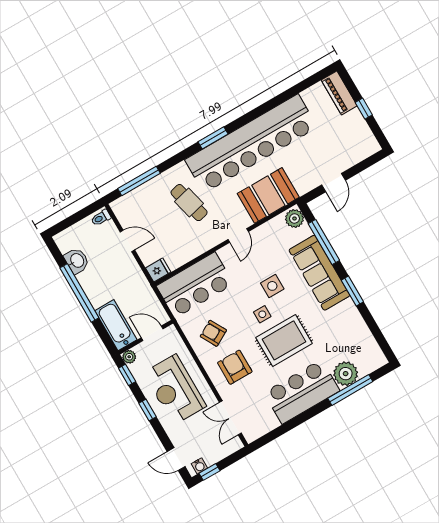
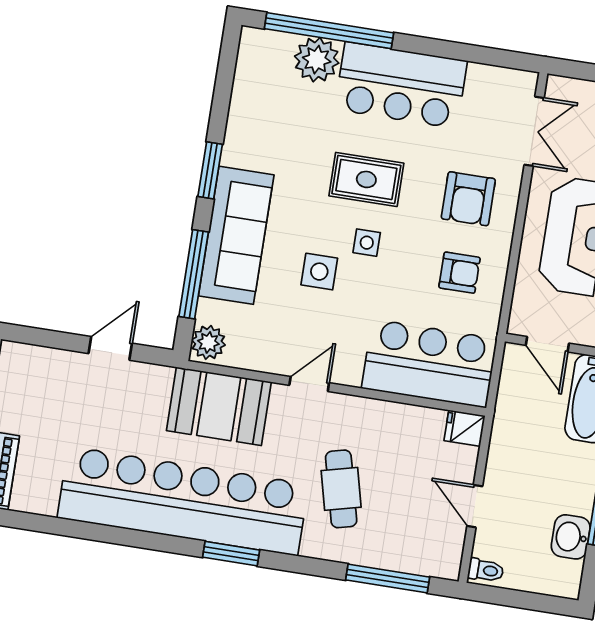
armchair: (213, 333) -> (460, 273), turned -61
rug: (284, 340) -> (366, 179), width x0.73, depth x0.70
window: (350, 390) -> (329, 31), width x1.46

